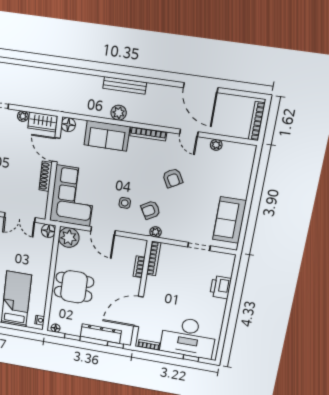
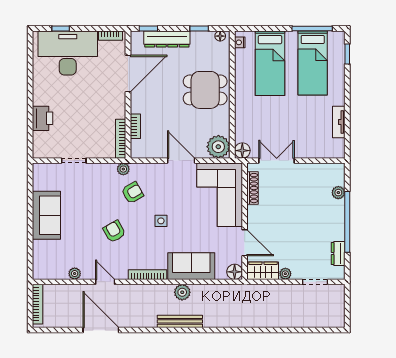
shoe rack: (46, 176) -> (253, 188), moved
side table: (125, 203) -> (161, 221), moved
sofa: (229, 220) -> (46, 215), moved

